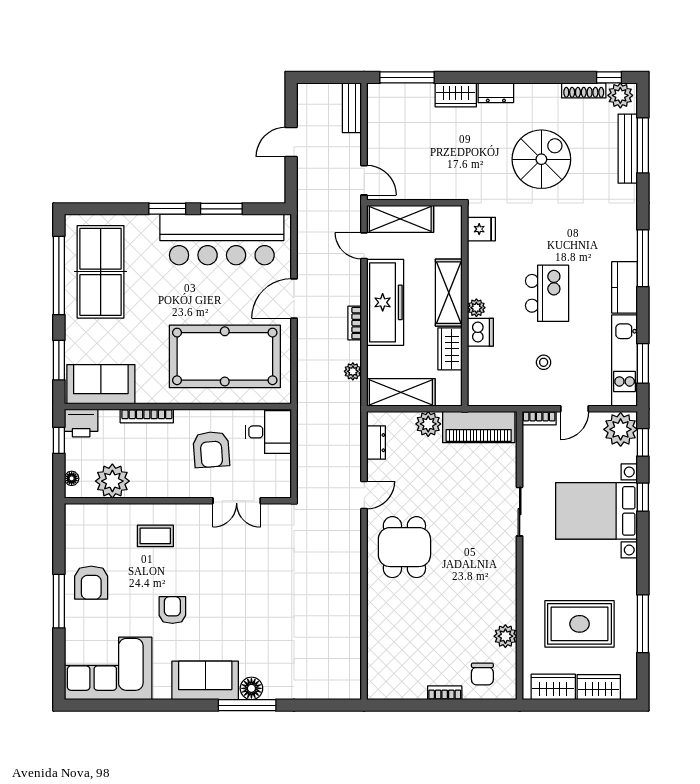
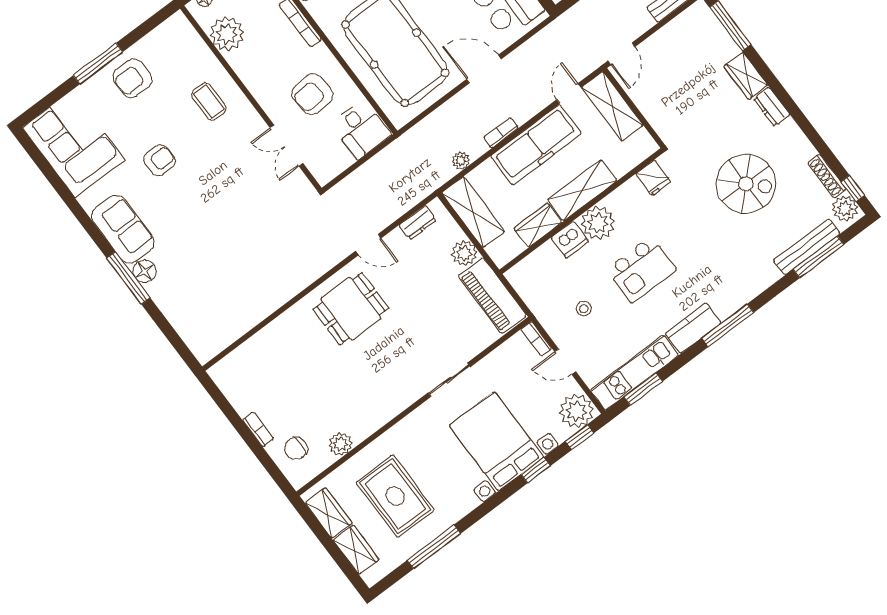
plant: (476, 308) -> (598, 223), width x1.88, depth x1.88

